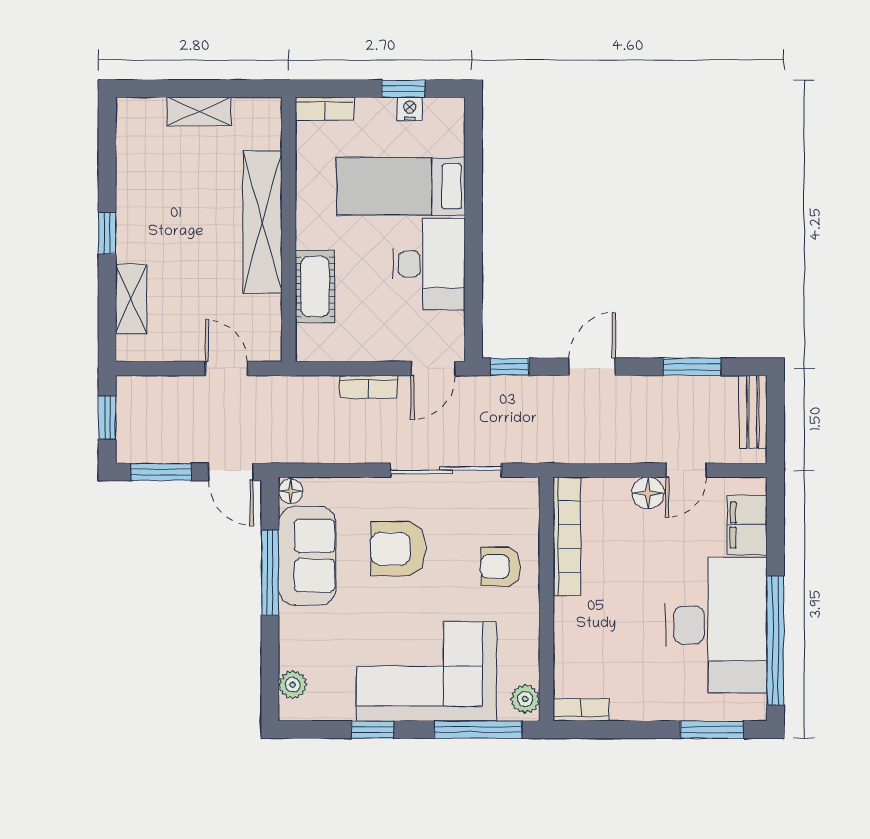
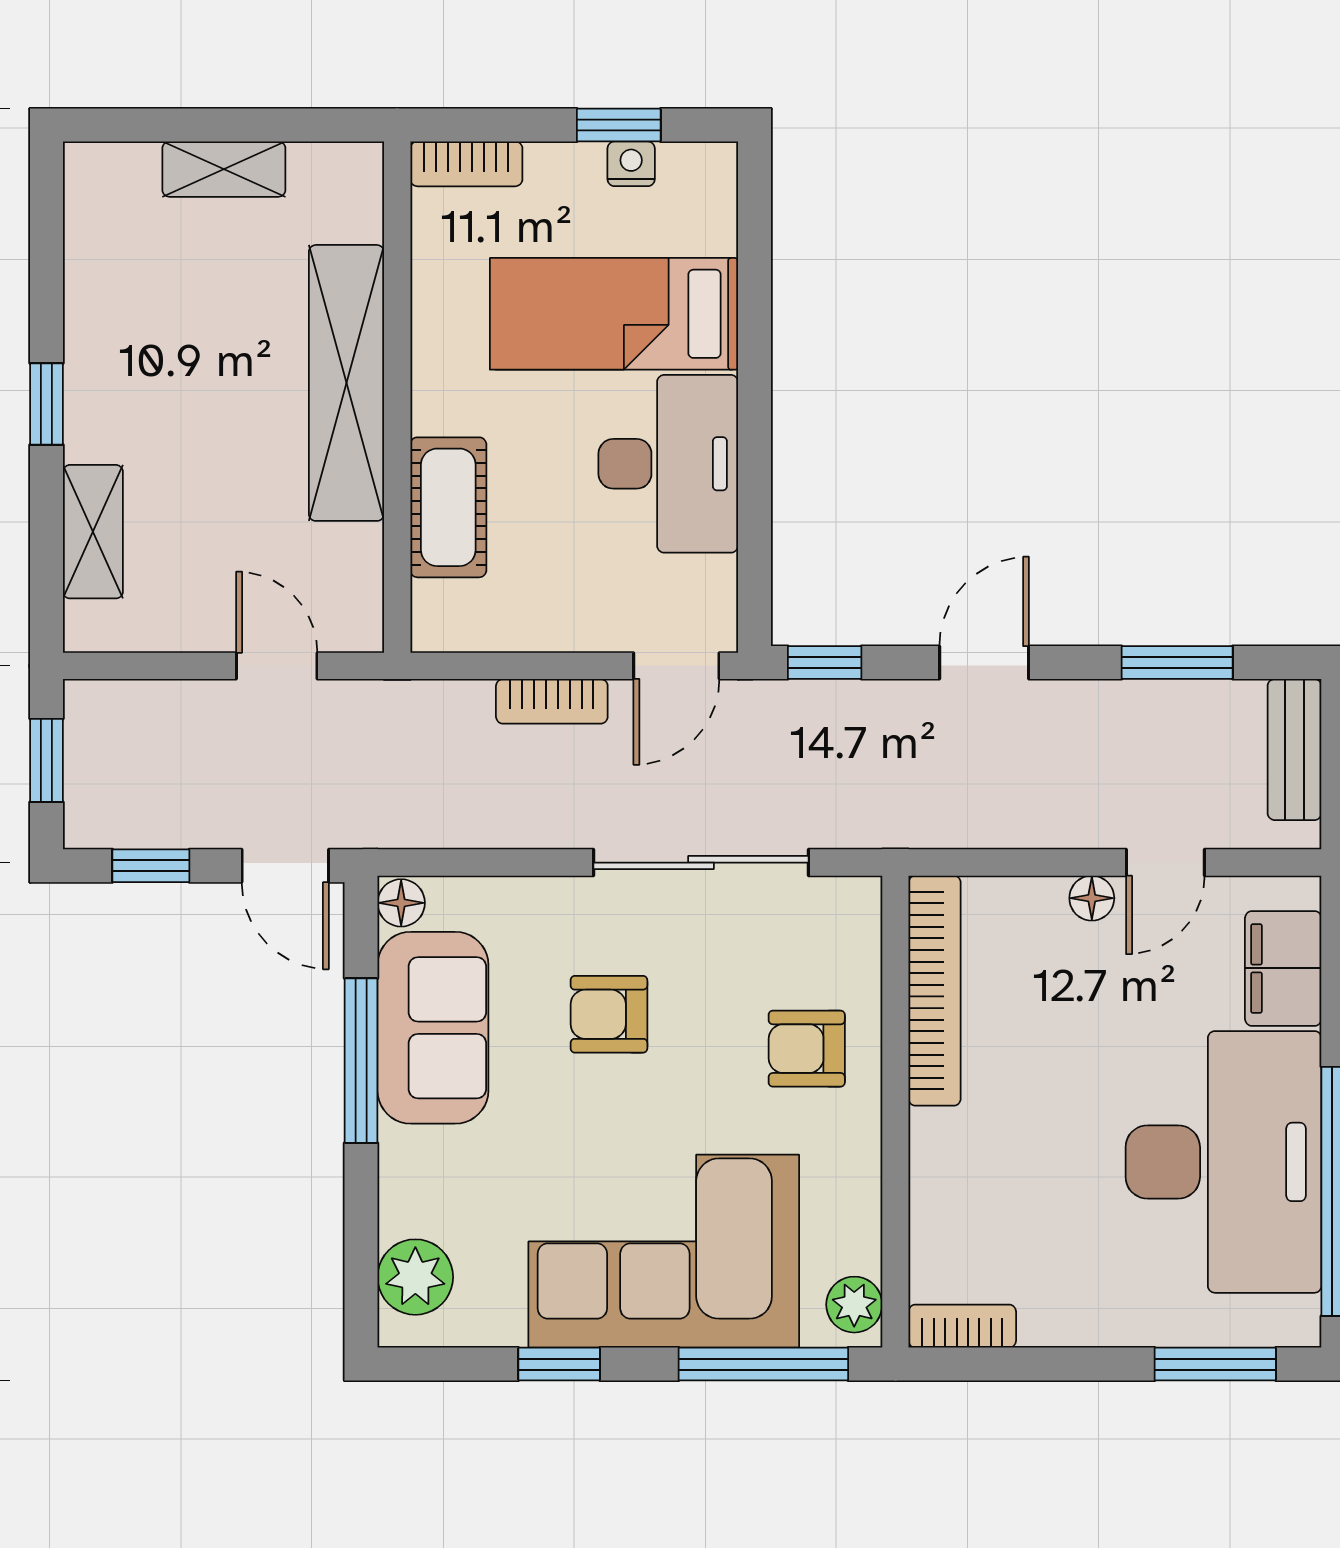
window: (161, 472) -> (151, 866), width x0.67
floor lamp: (648, 493) -> (1092, 898), width x0.73, depth x0.73
armchair: (398, 549) -> (609, 1014), width x0.72, depth x0.72
plant: (293, 685) -> (415, 1277), width x1.38, depth x1.38

